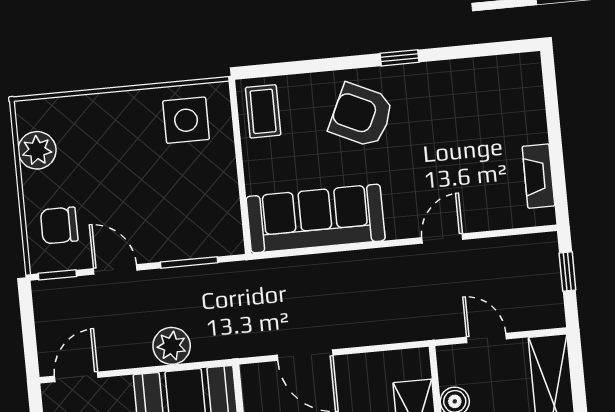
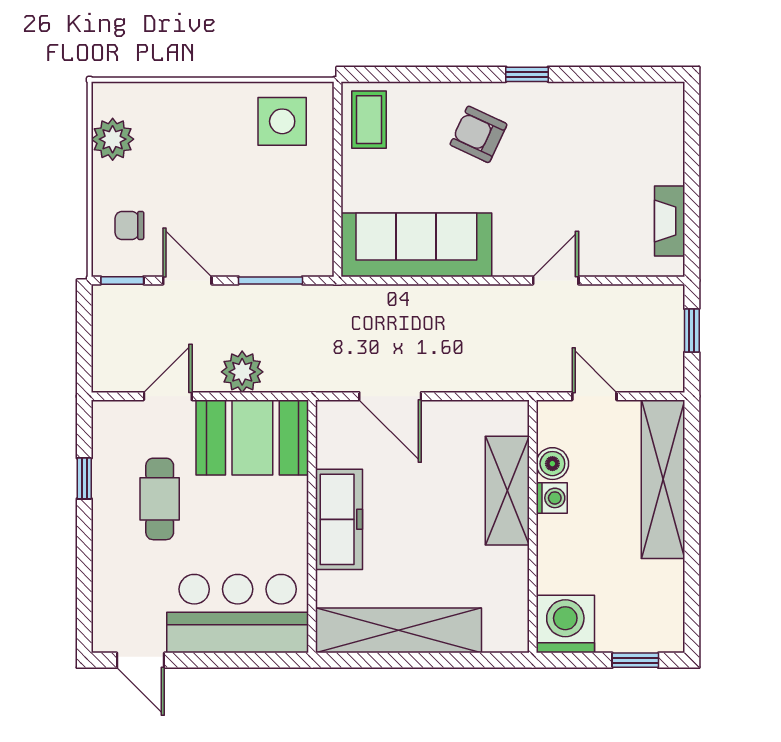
armchair: (361, 115) -> (478, 134), width x0.72, depth x0.72
chair: (59, 225) -> (129, 225), width x0.73, depth x0.73
door: (76, 377) -> (168, 396), moved

